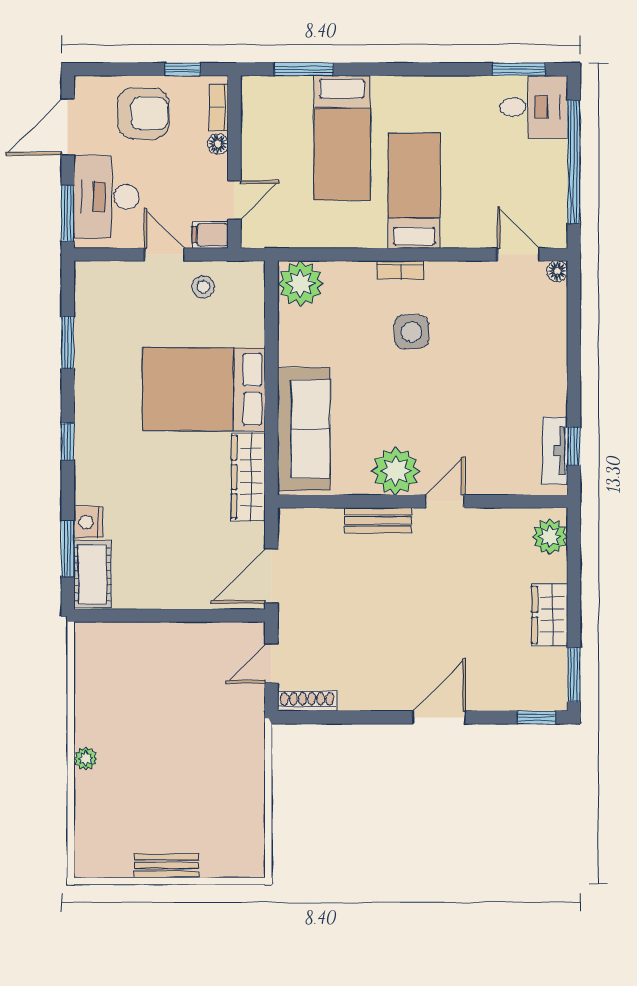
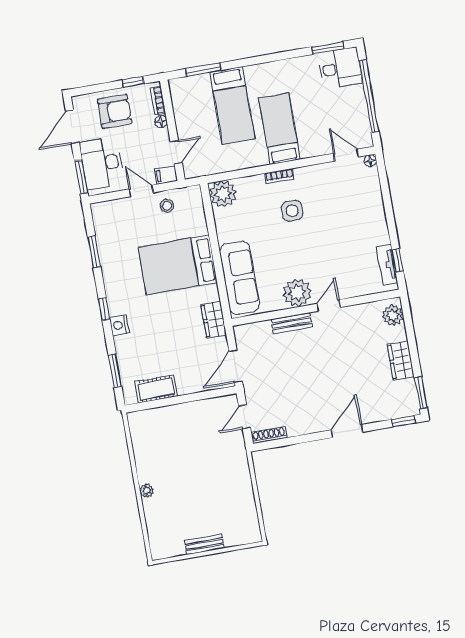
wardrobe: (248, 477) -> (214, 320), width x0.67
nightstand: (88, 522) -> (119, 325), moved
cot: (92, 574) -> (156, 389), moved, turned 90

